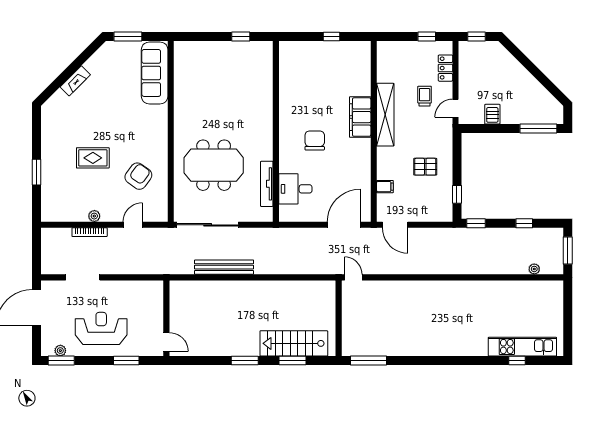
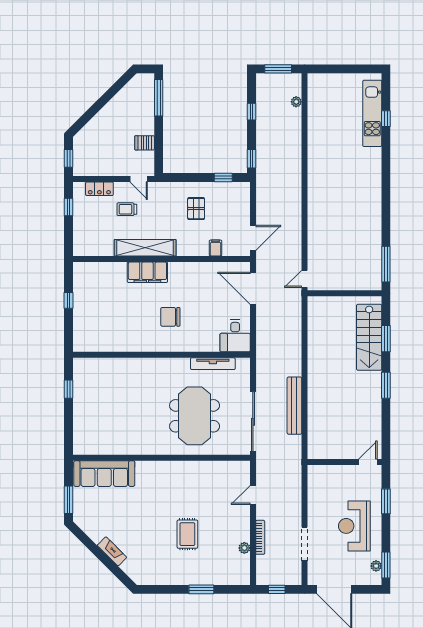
armchair: (138, 176) -> (205, 490), removed
desk: (295, 189) -> (235, 336), moved
plant: (94, 216) -> (244, 548), moved
door: (133, 225) -> (253, 495), hinge flipped
window: (36, 249) -> (277, 589), added

